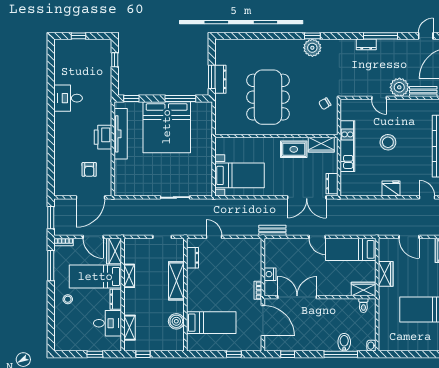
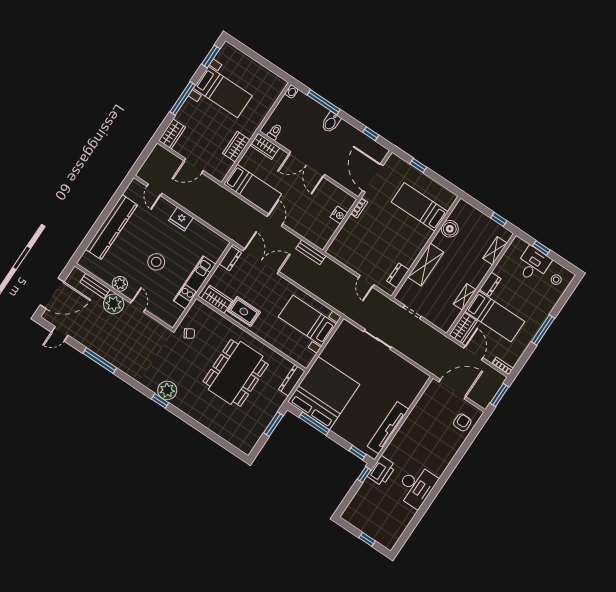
dresser: (366, 44) -> (117, 361), removed
window: (115, 60) -> (364, 475), moved
dresser: (220, 79) -> (292, 380), moved
desk: (68, 98) -> (416, 486), width x1.37
plant: (405, 106) -> (120, 284), added
bed: (167, 127) -> (324, 393), moved
printer: (103, 137) -> (382, 471), moved
armchair: (89, 169) -> (462, 422), moved
door: (409, 237) -> (194, 166), swing flipped
window: (51, 266) -> (543, 330), moved
double door: (297, 297) -> (307, 164), moved
stool: (68, 299) -> (556, 280), moved
desk: (108, 323) -> (533, 264), moved, turned 90
bidet: (344, 342) -> (331, 122), moved

